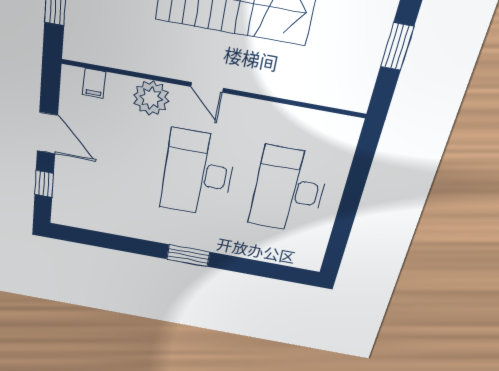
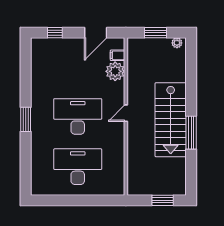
plant: (151, 98) -> (115, 71), moved
door: (47, 133) -> (96, 33), moved

